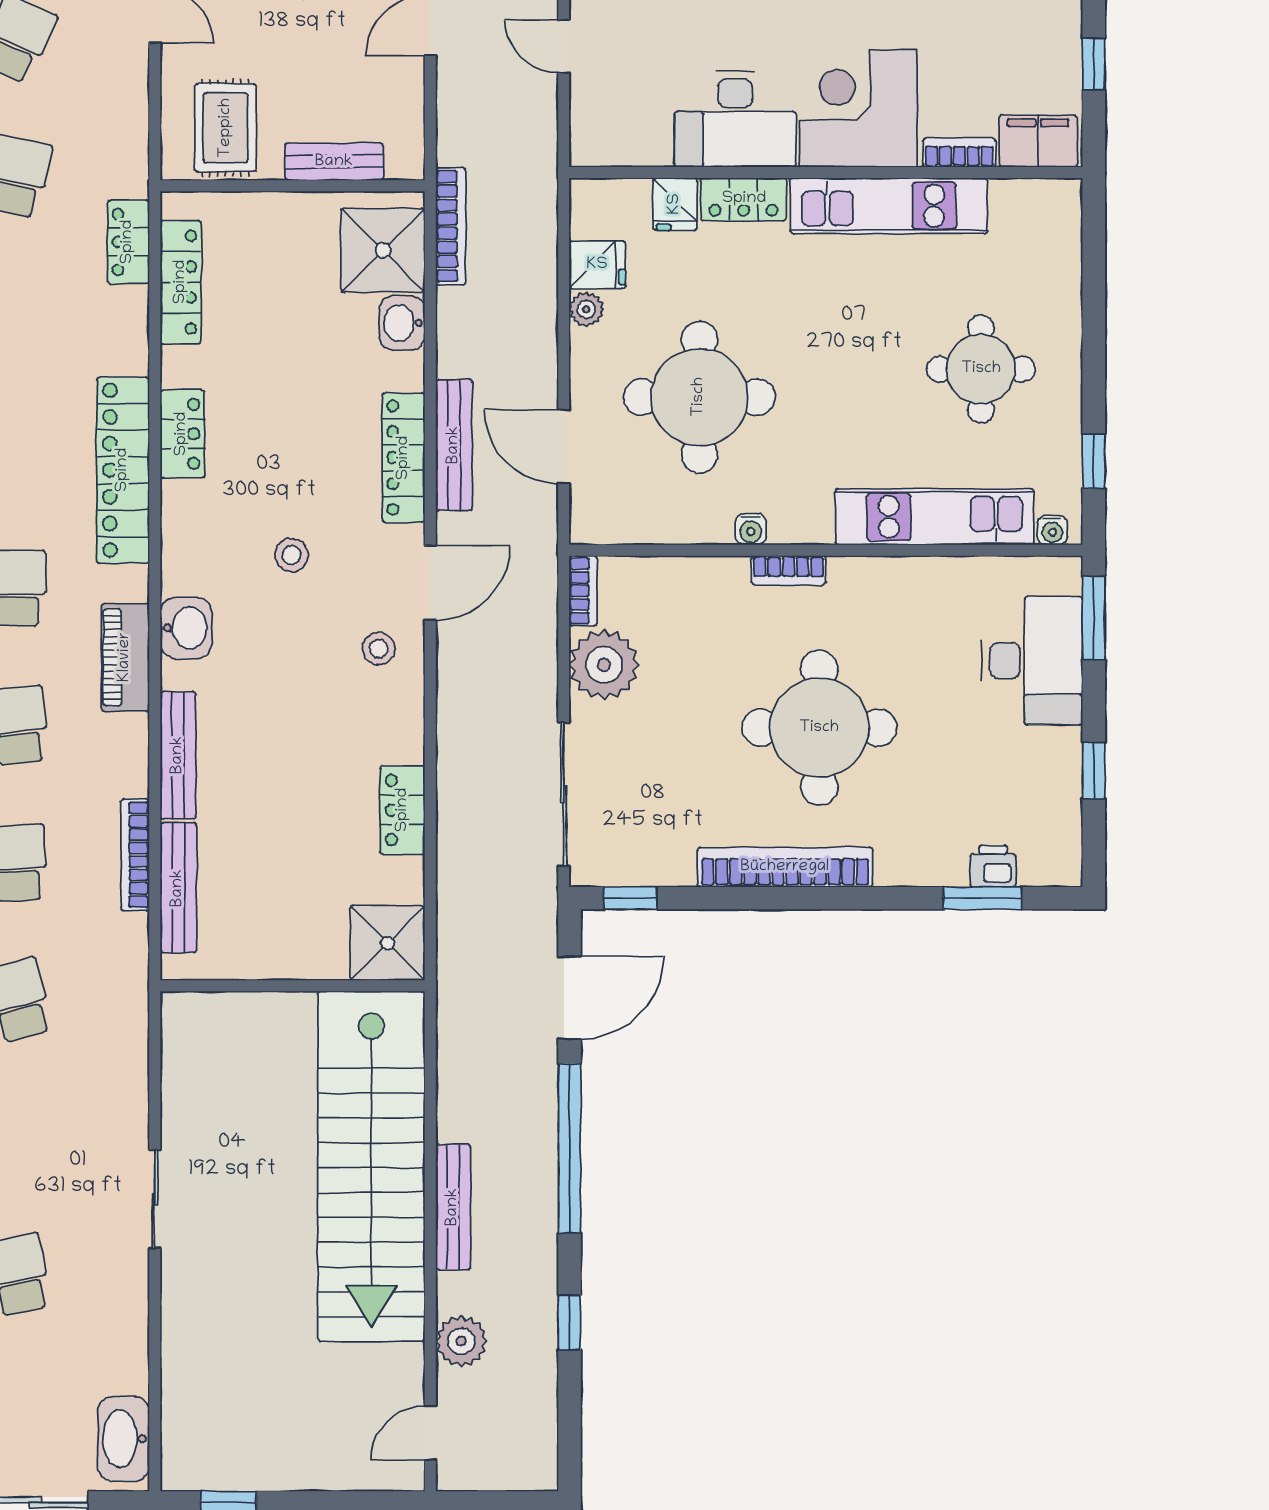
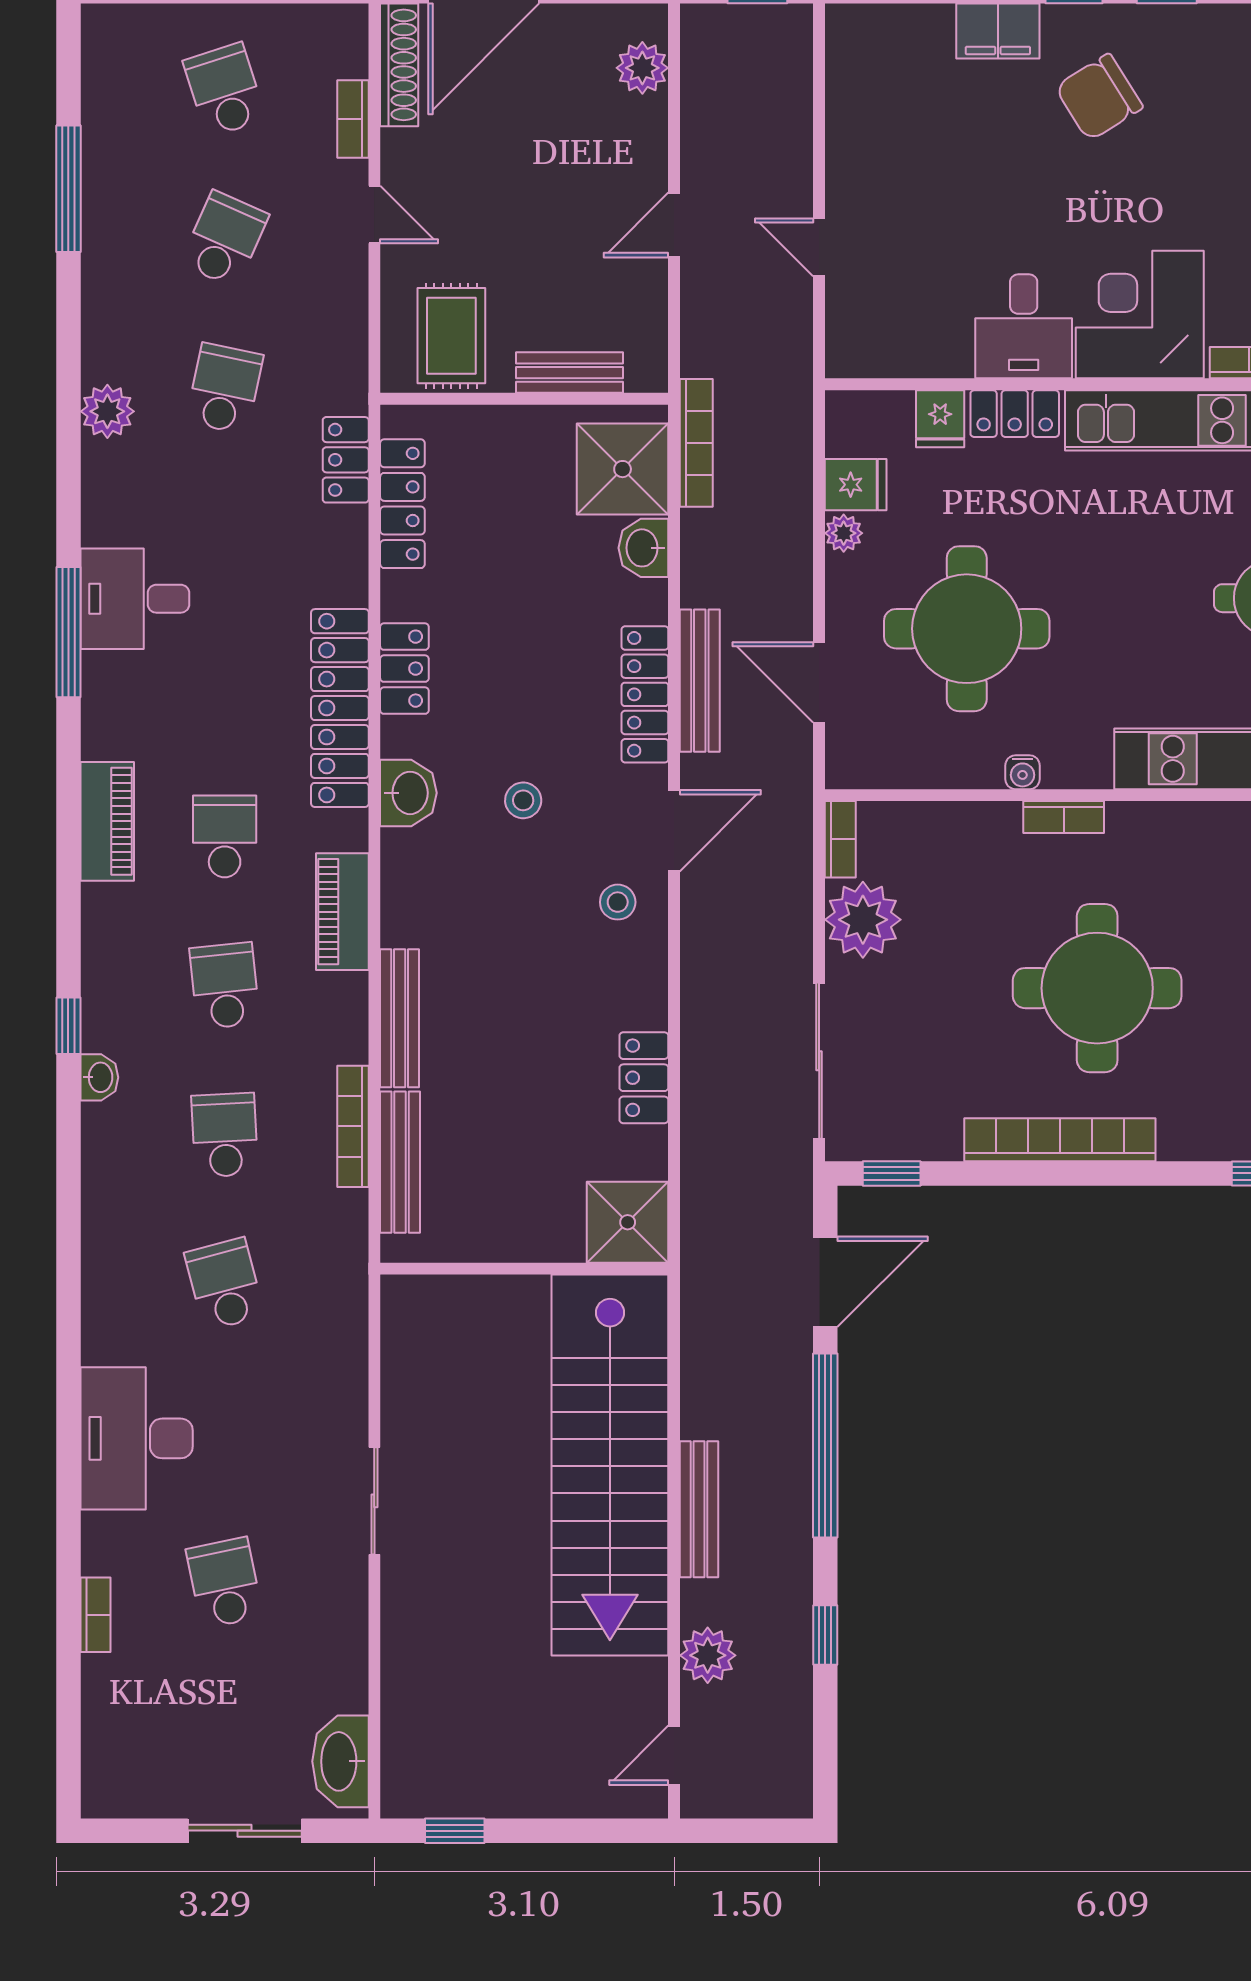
desk: (735, 119) -> (1024, 326), width x0.73
washbasin: (186, 628) -> (408, 793), moved

